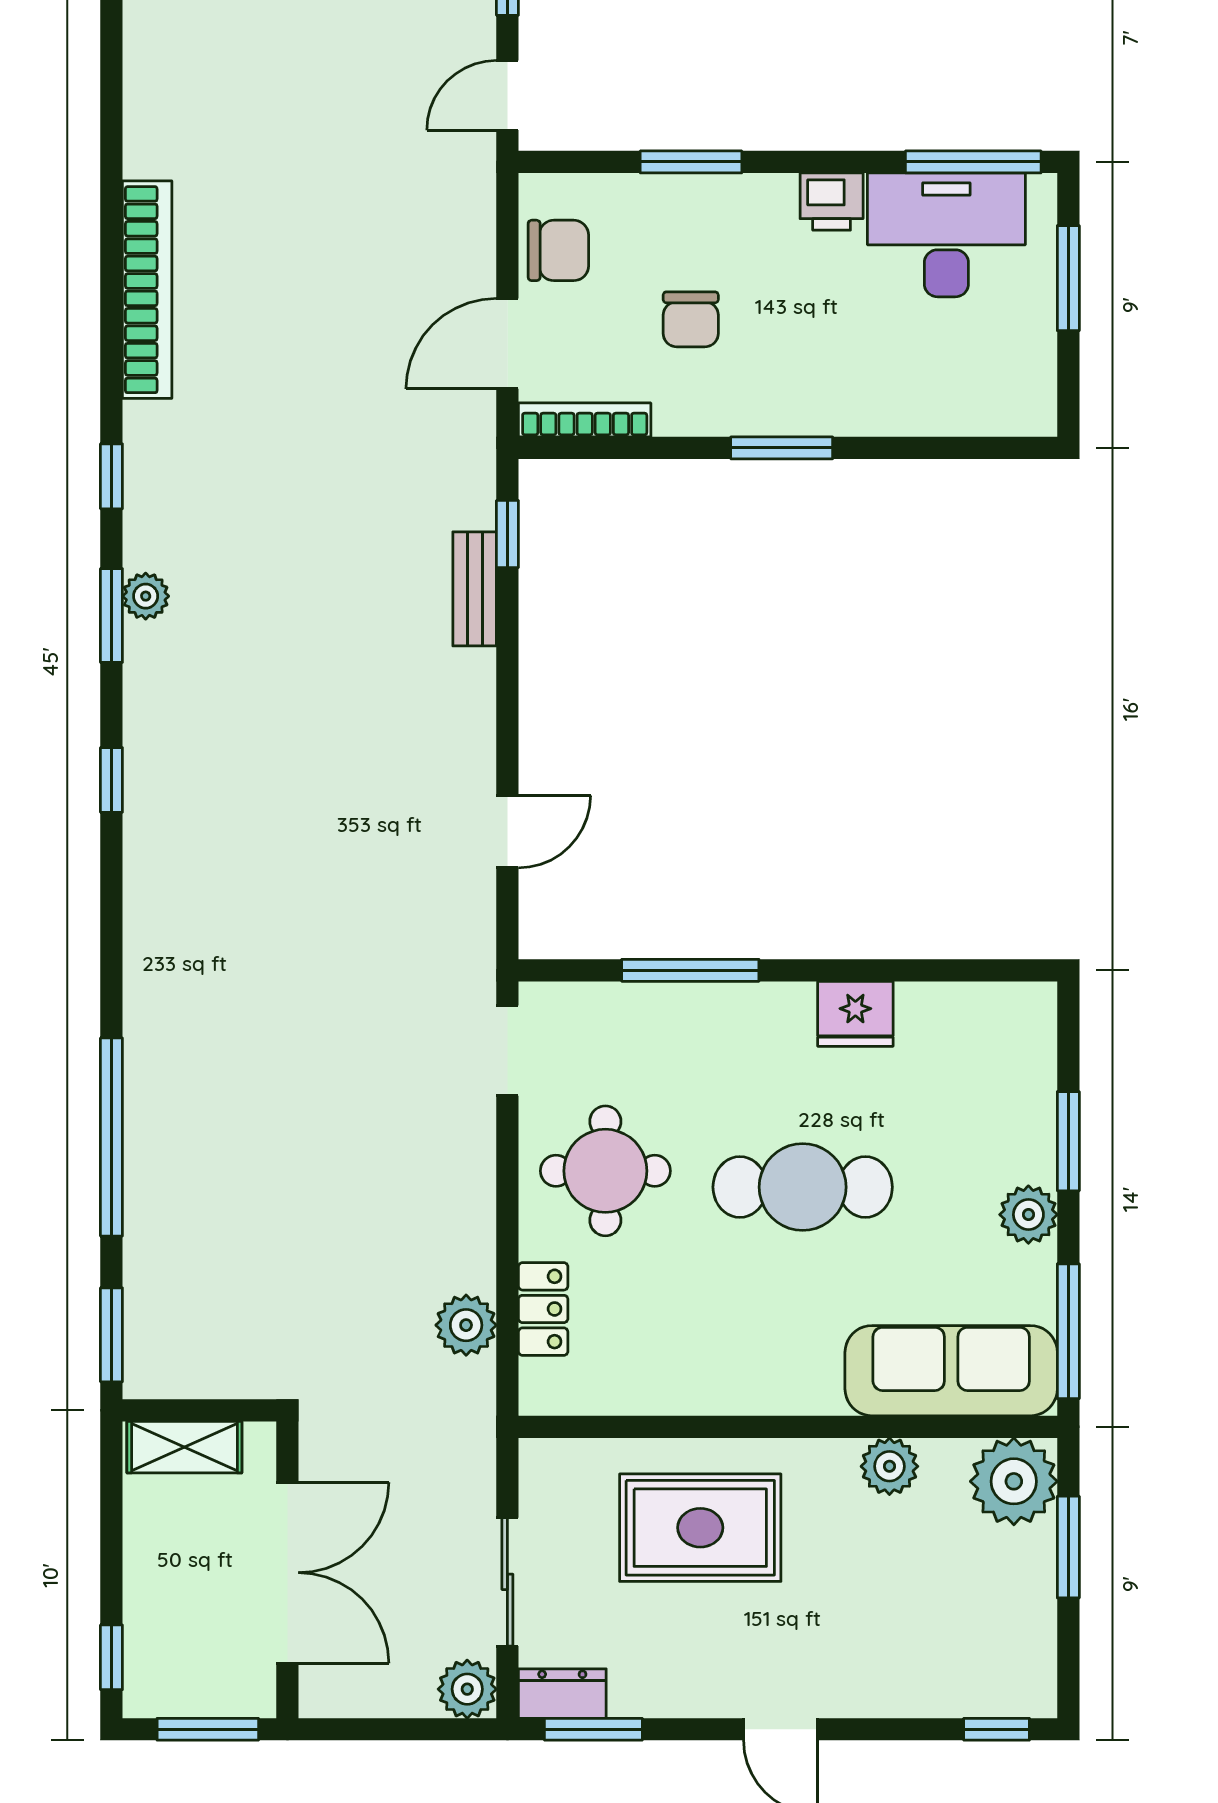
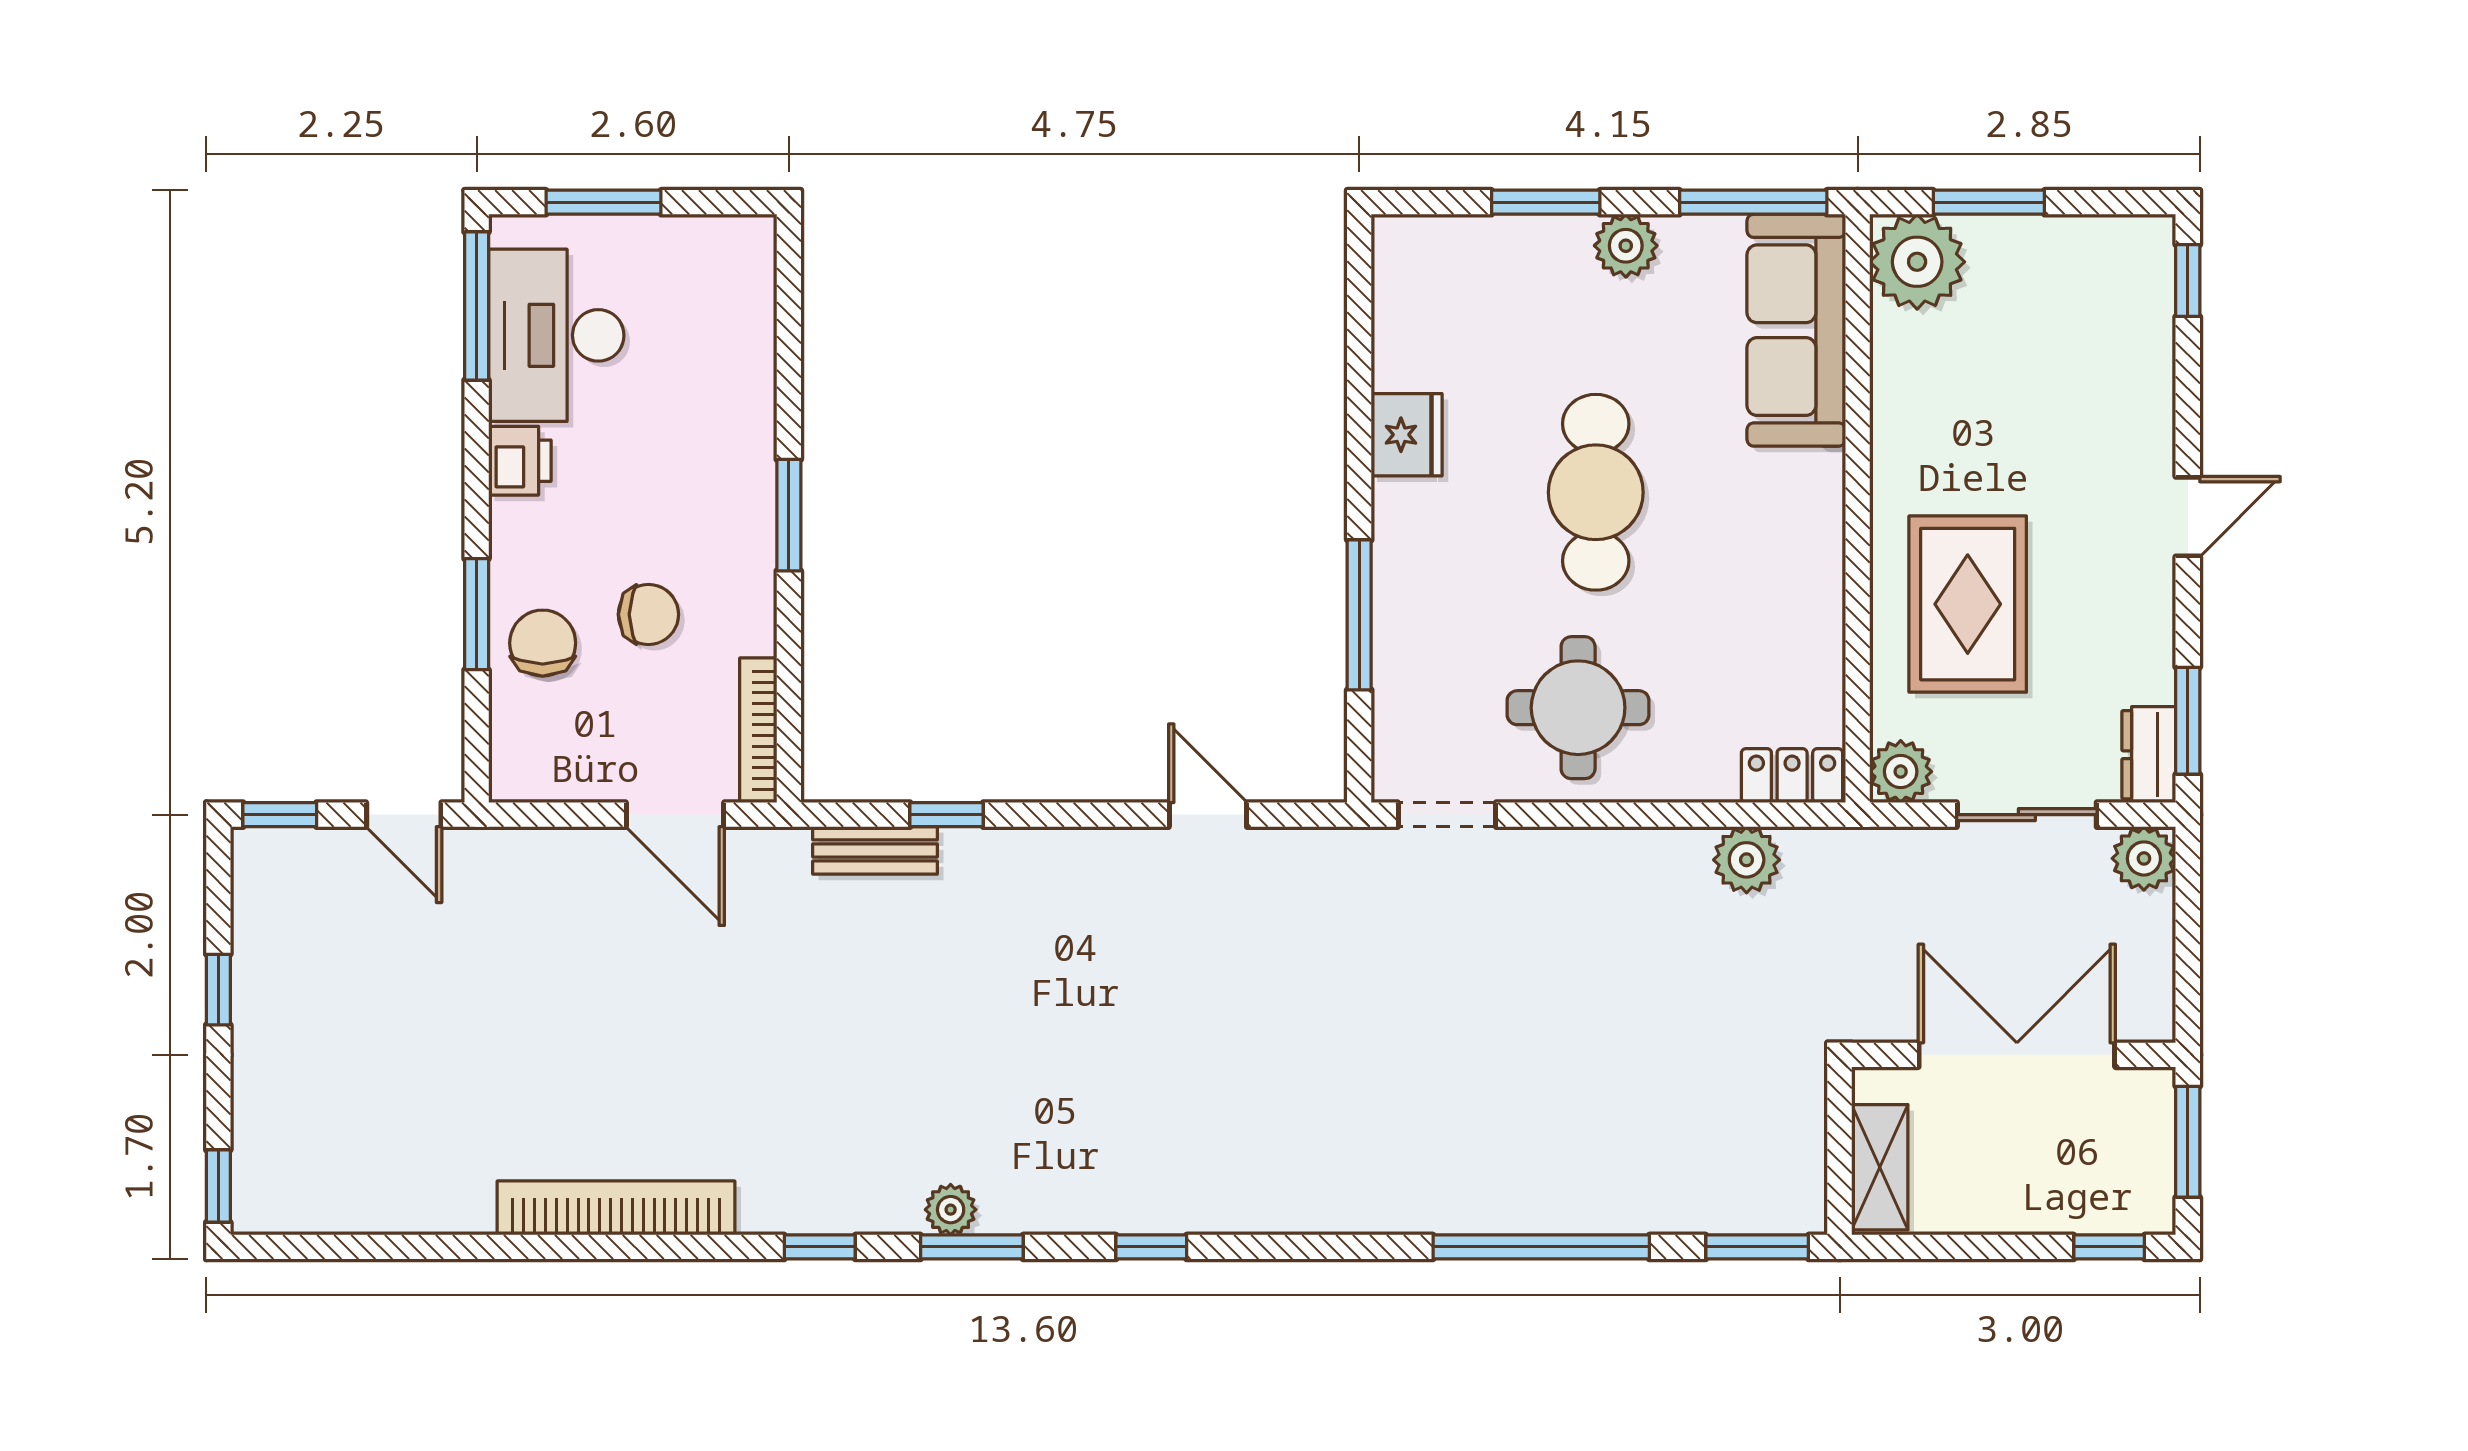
chair: (558, 250) -> (543, 643), moved
window: (507, 534) -> (947, 815), moved
bench: (475, 589) -> (875, 850), moved
locker: (543, 1309) -> (1792, 776), moved
plant: (889, 1466) -> (1901, 772), moved

